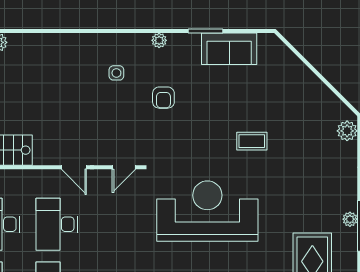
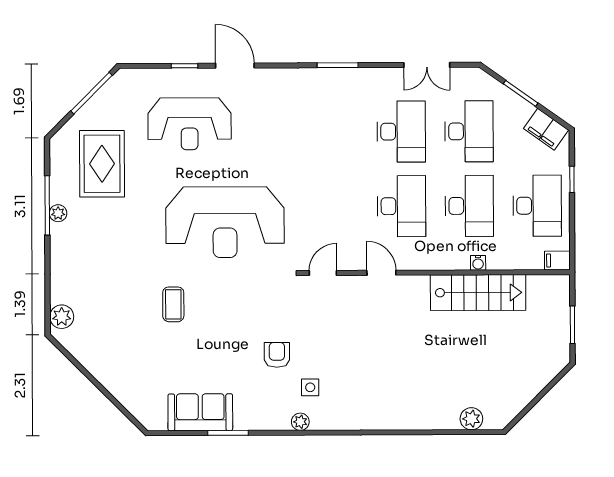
plant: (159, 40) -> (300, 422), moved
side table: (116, 73) -> (310, 387), moved
coffee table: (252, 141) -> (173, 304), turned 90

